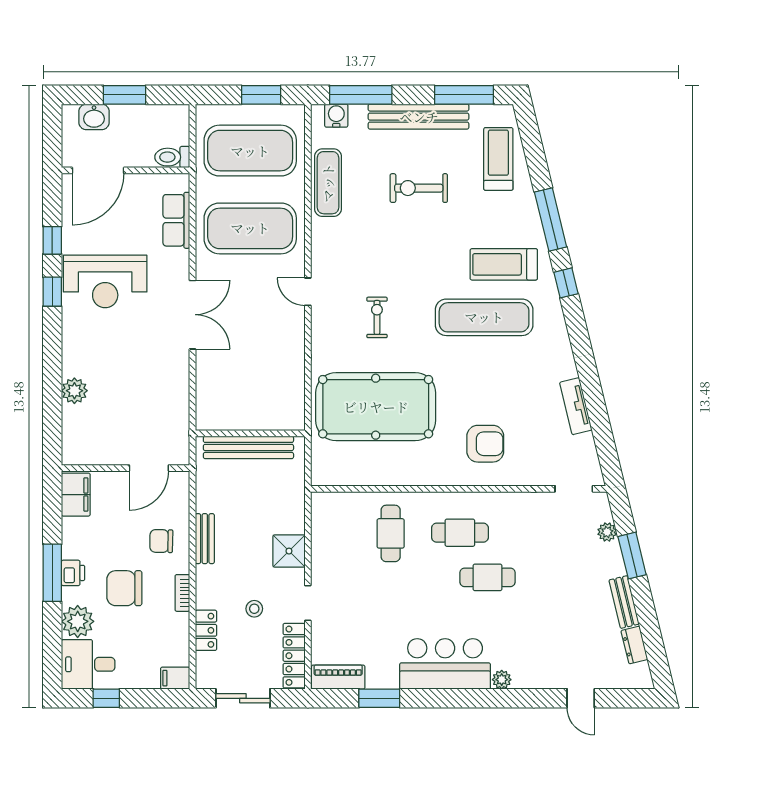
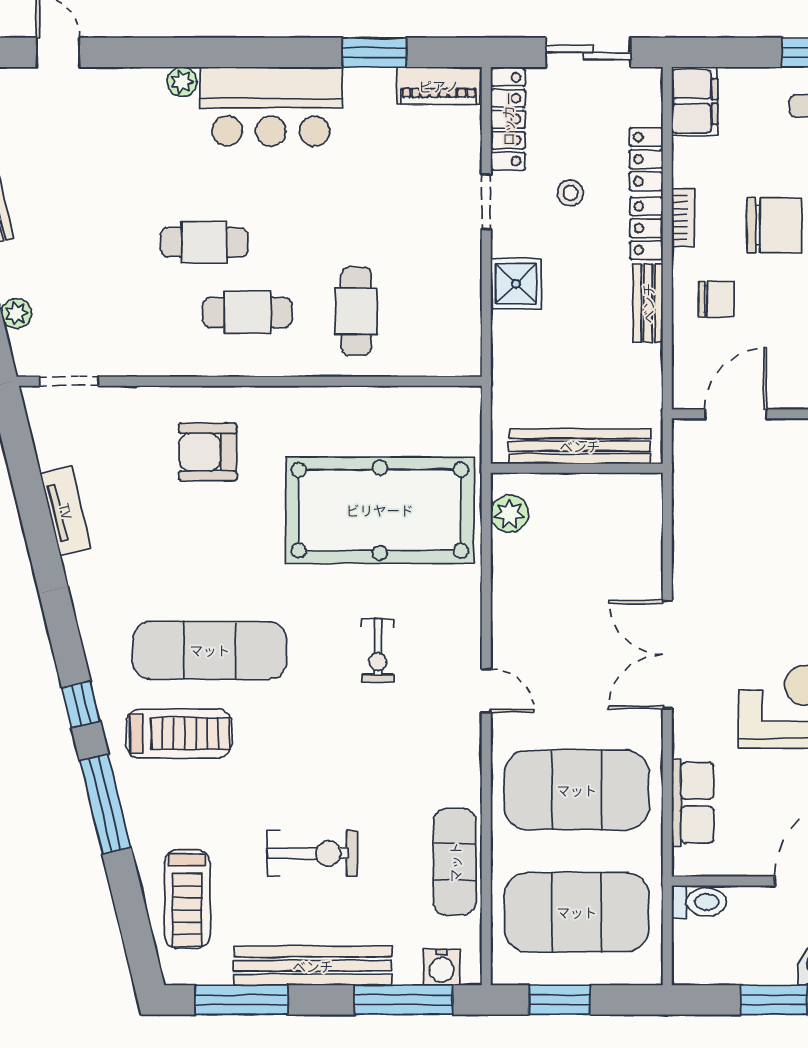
plant: (293, 404) -> (509, 514), added
locker: (206, 586) -> (646, 228), added
filing cabinet: (175, 678) -> (695, 101), width x2.00

